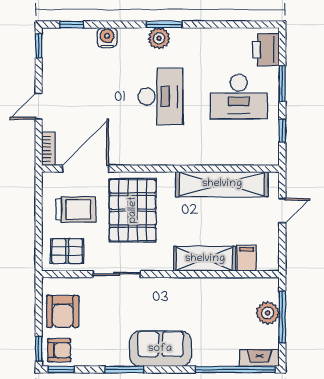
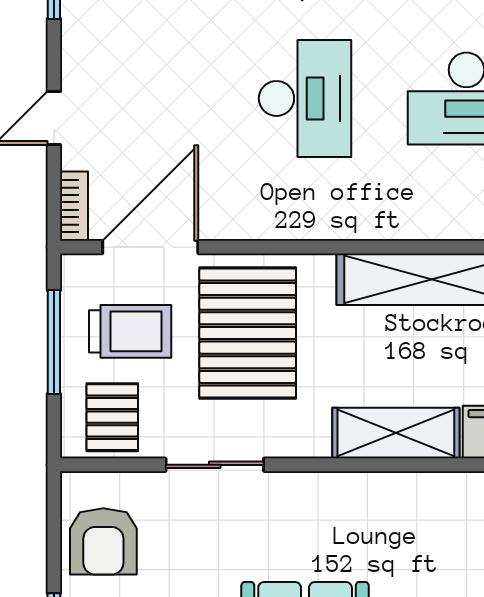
window: (39, 215) -> (54, 342), added
pallet: (67, 251) -> (112, 417), turned 90

